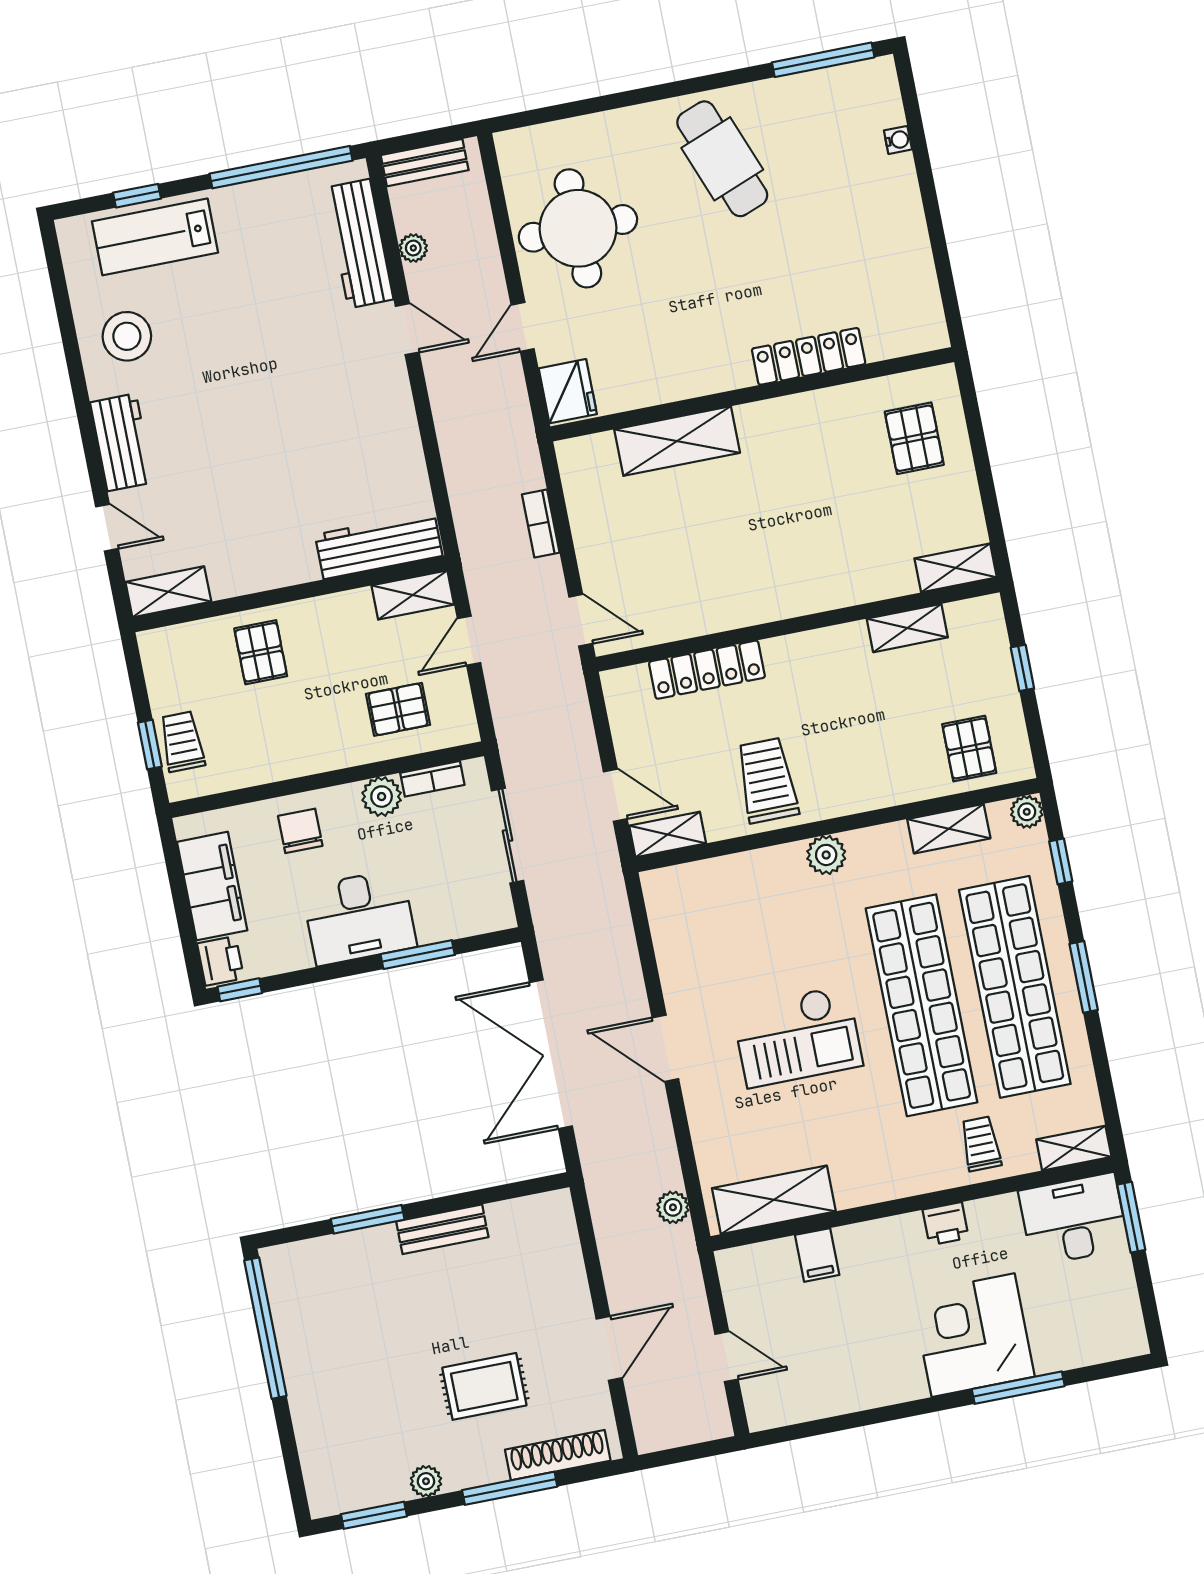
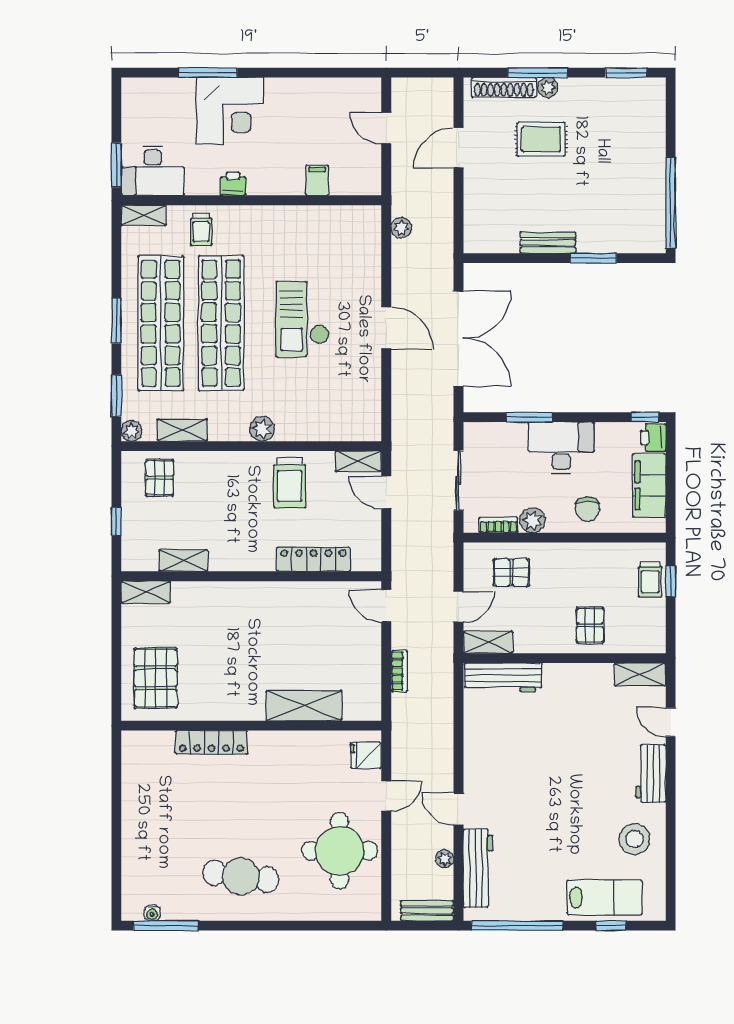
water cooler: (898, 140) -> (152, 913), moved, turned -90
cafe table: (722, 159) -> (241, 876), turned -62
fridge: (568, 391) -> (366, 755), width x0.72
pallet: (914, 438) -> (156, 678), width x1.50, depth x1.42
window: (1061, 861) -> (116, 396), width x1.50
checkout: (797, 1036) -> (302, 319), turned -90
shelving: (774, 1200) -> (337, 220), removed
plant: (426, 1481) -> (548, 87), moved

